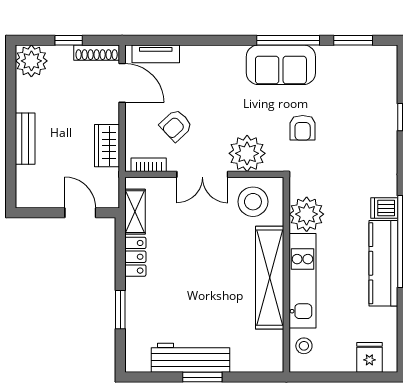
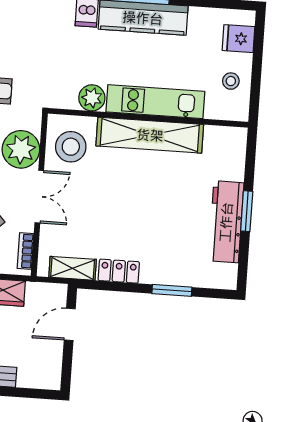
plant: (307, 214) -> (92, 98), width x0.73, depth x0.73
stool: (304, 346) -> (231, 81), moved

